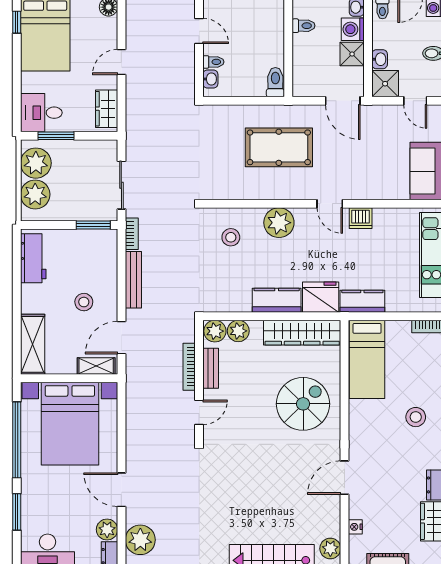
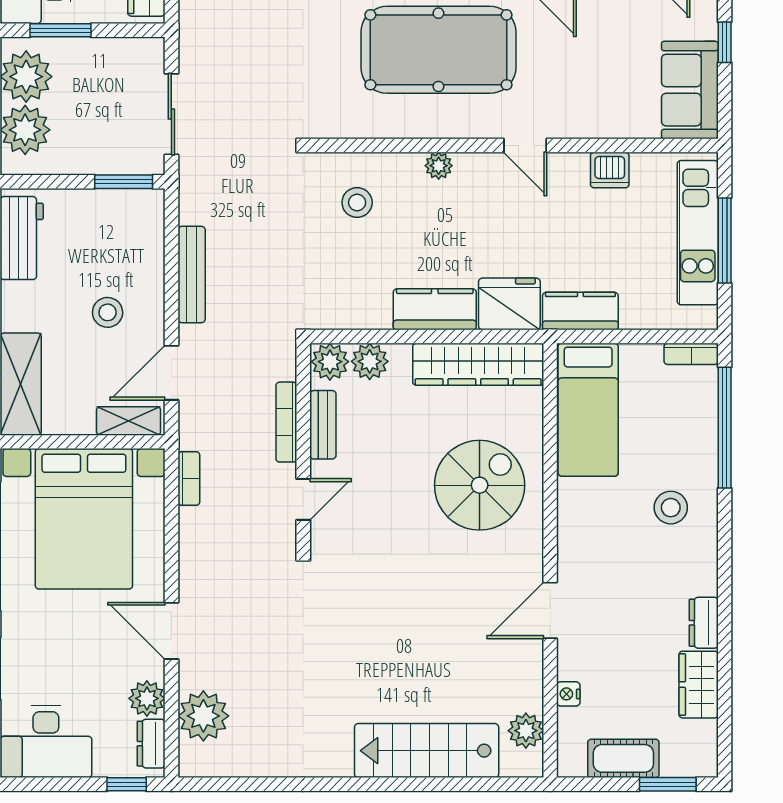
pool table: (279, 147) -> (438, 50), width x1.36, depth x1.32
dishwasher: (361, 218) -> (610, 170), moved
plant: (279, 223) -> (439, 166), width x0.53, depth x0.53
bookcase: (132, 234) -> (189, 478), moved

